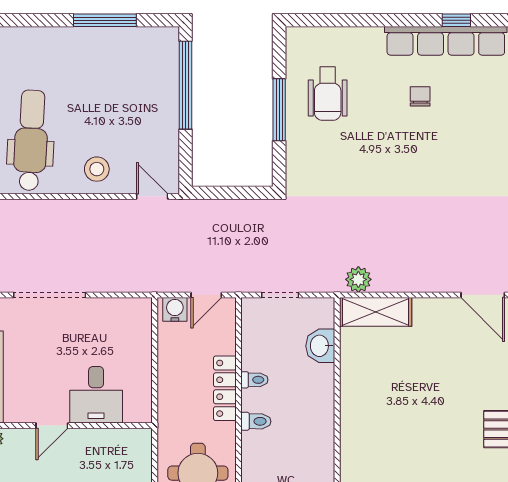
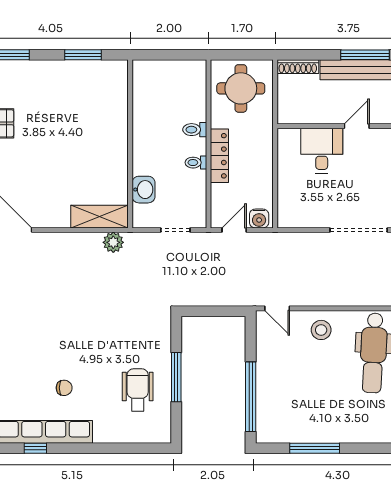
chair: (420, 96) -> (64, 388), turned -90

